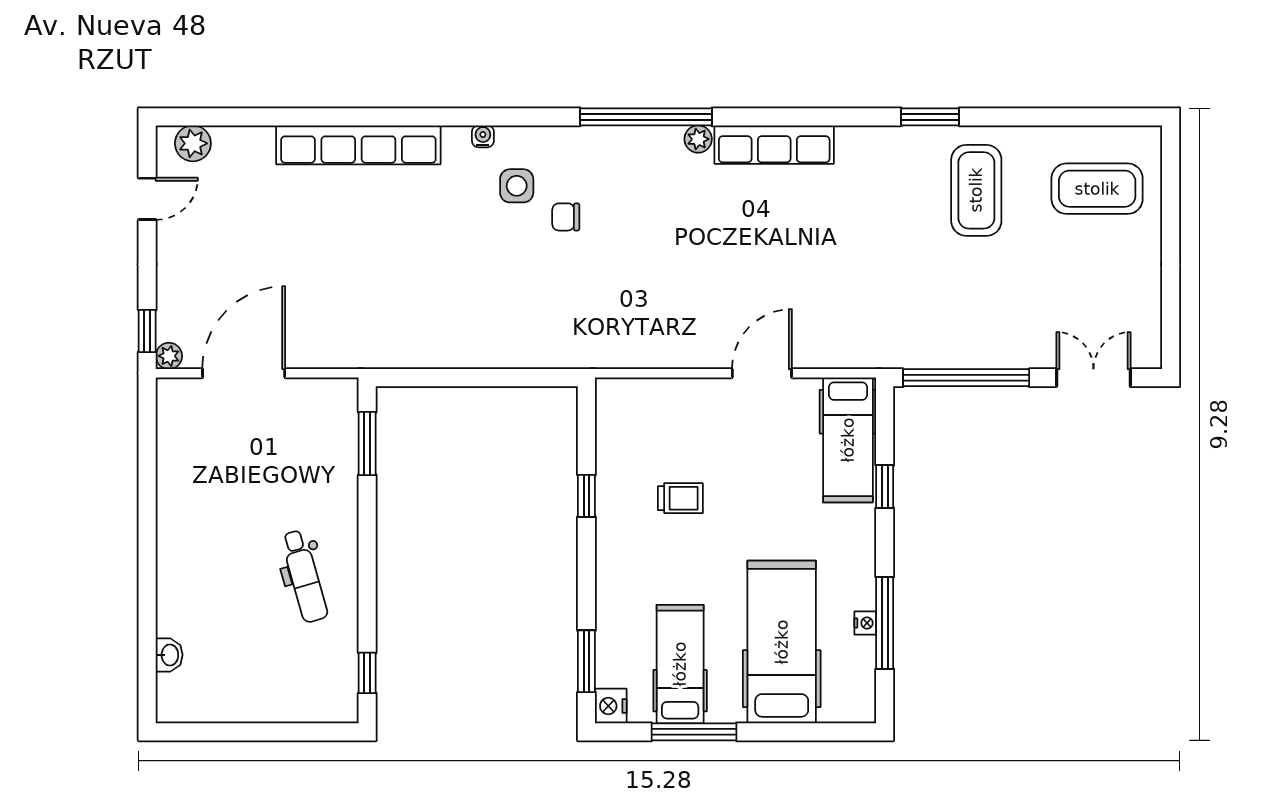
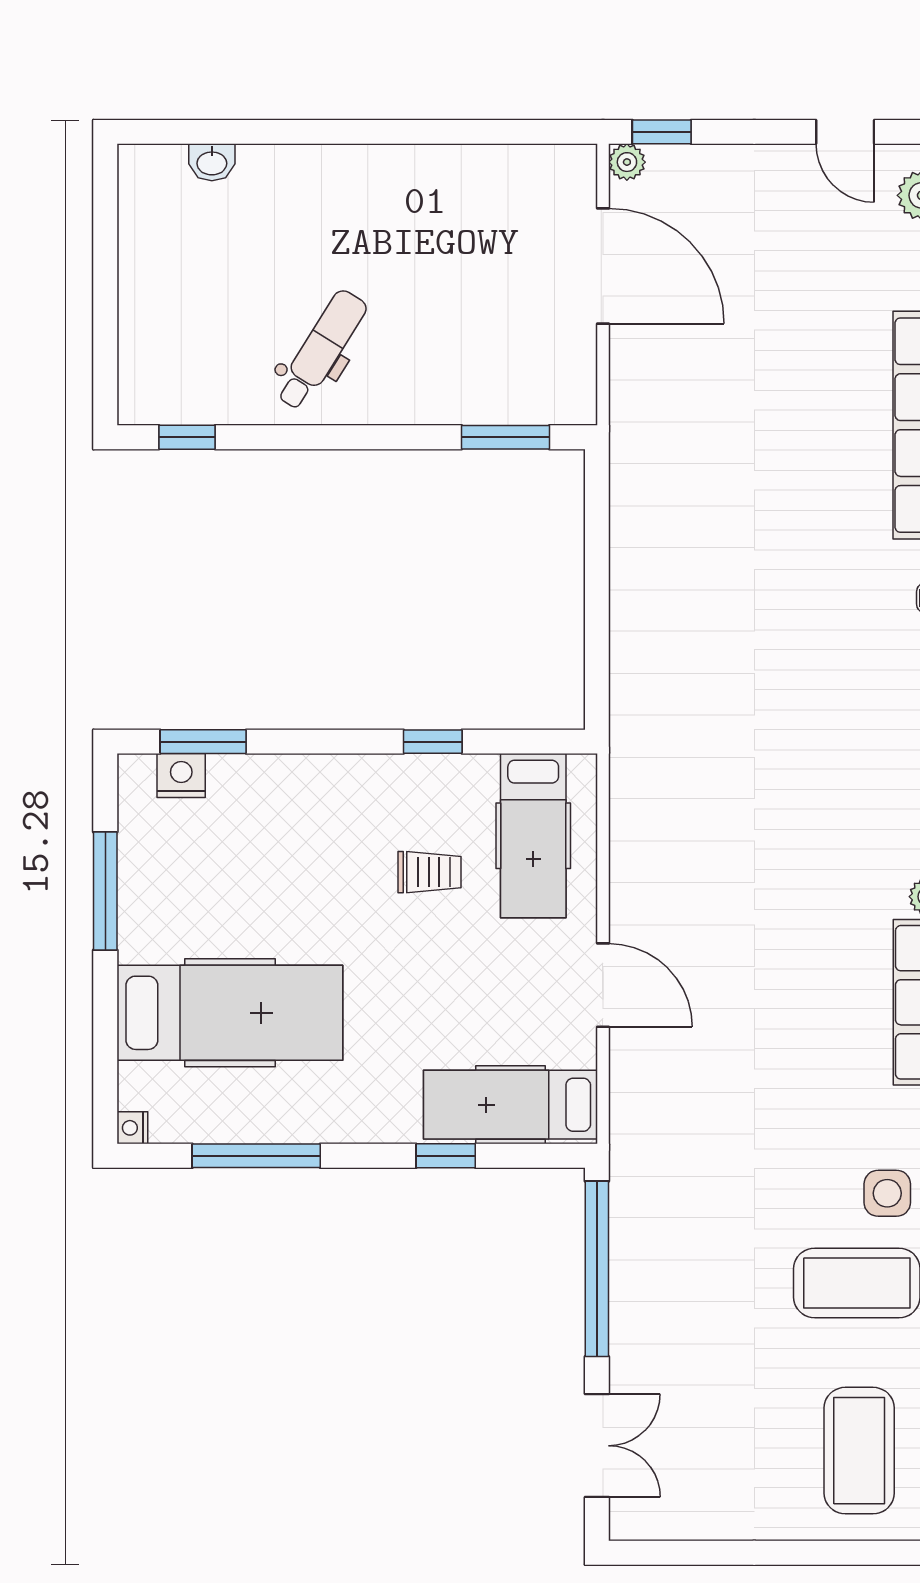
side table: (517, 186) -> (887, 1193), moved
chair: (566, 217) -> (820, 713), removed
trolley: (680, 498) -> (430, 872), turned -90
dental chair: (304, 576) -> (321, 350), turned 138
nightstand: (865, 623) -> (132, 1128), moved, turned 90
hospital bed: (680, 664) -> (533, 836), moved, turned 90
nightstand: (611, 706) -> (181, 776), moved

